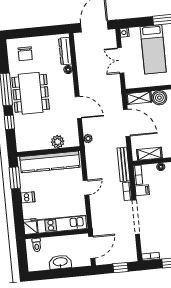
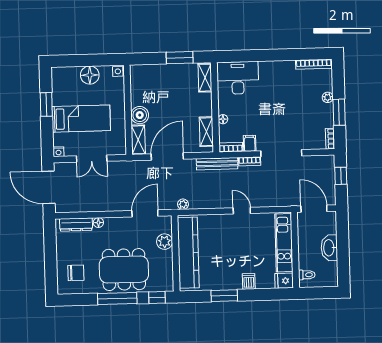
plant: (58, 142) -> (165, 242), moved
wall: (49, 151) -> (176, 253), moved
kitchen counter: (50, 162) -> (188, 253), moved

